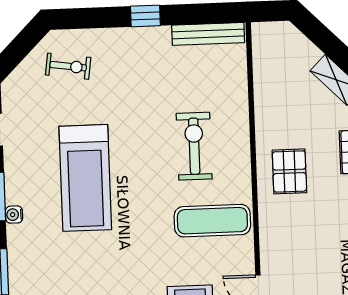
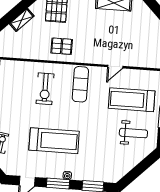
exercise bike: (194, 146) -> (45, 89), turned -90

